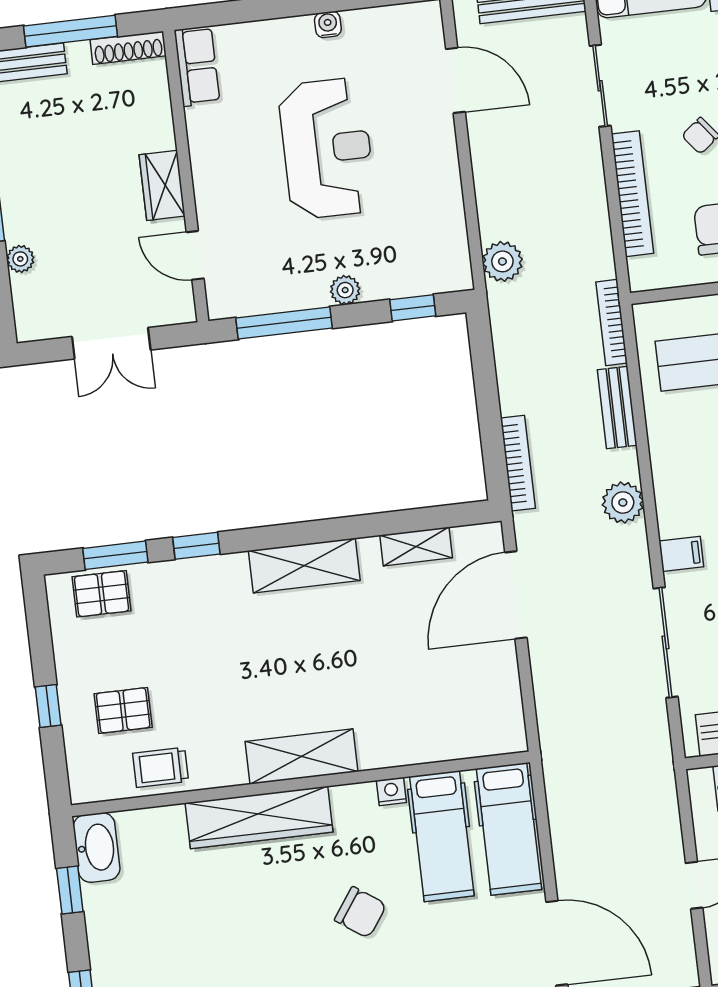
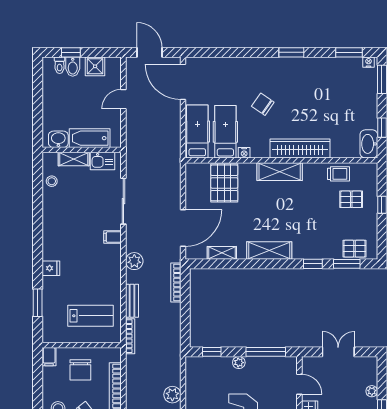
plant: (502, 261) -> (172, 395), moved
pallet: (430, 714) -> (224, 183), added

